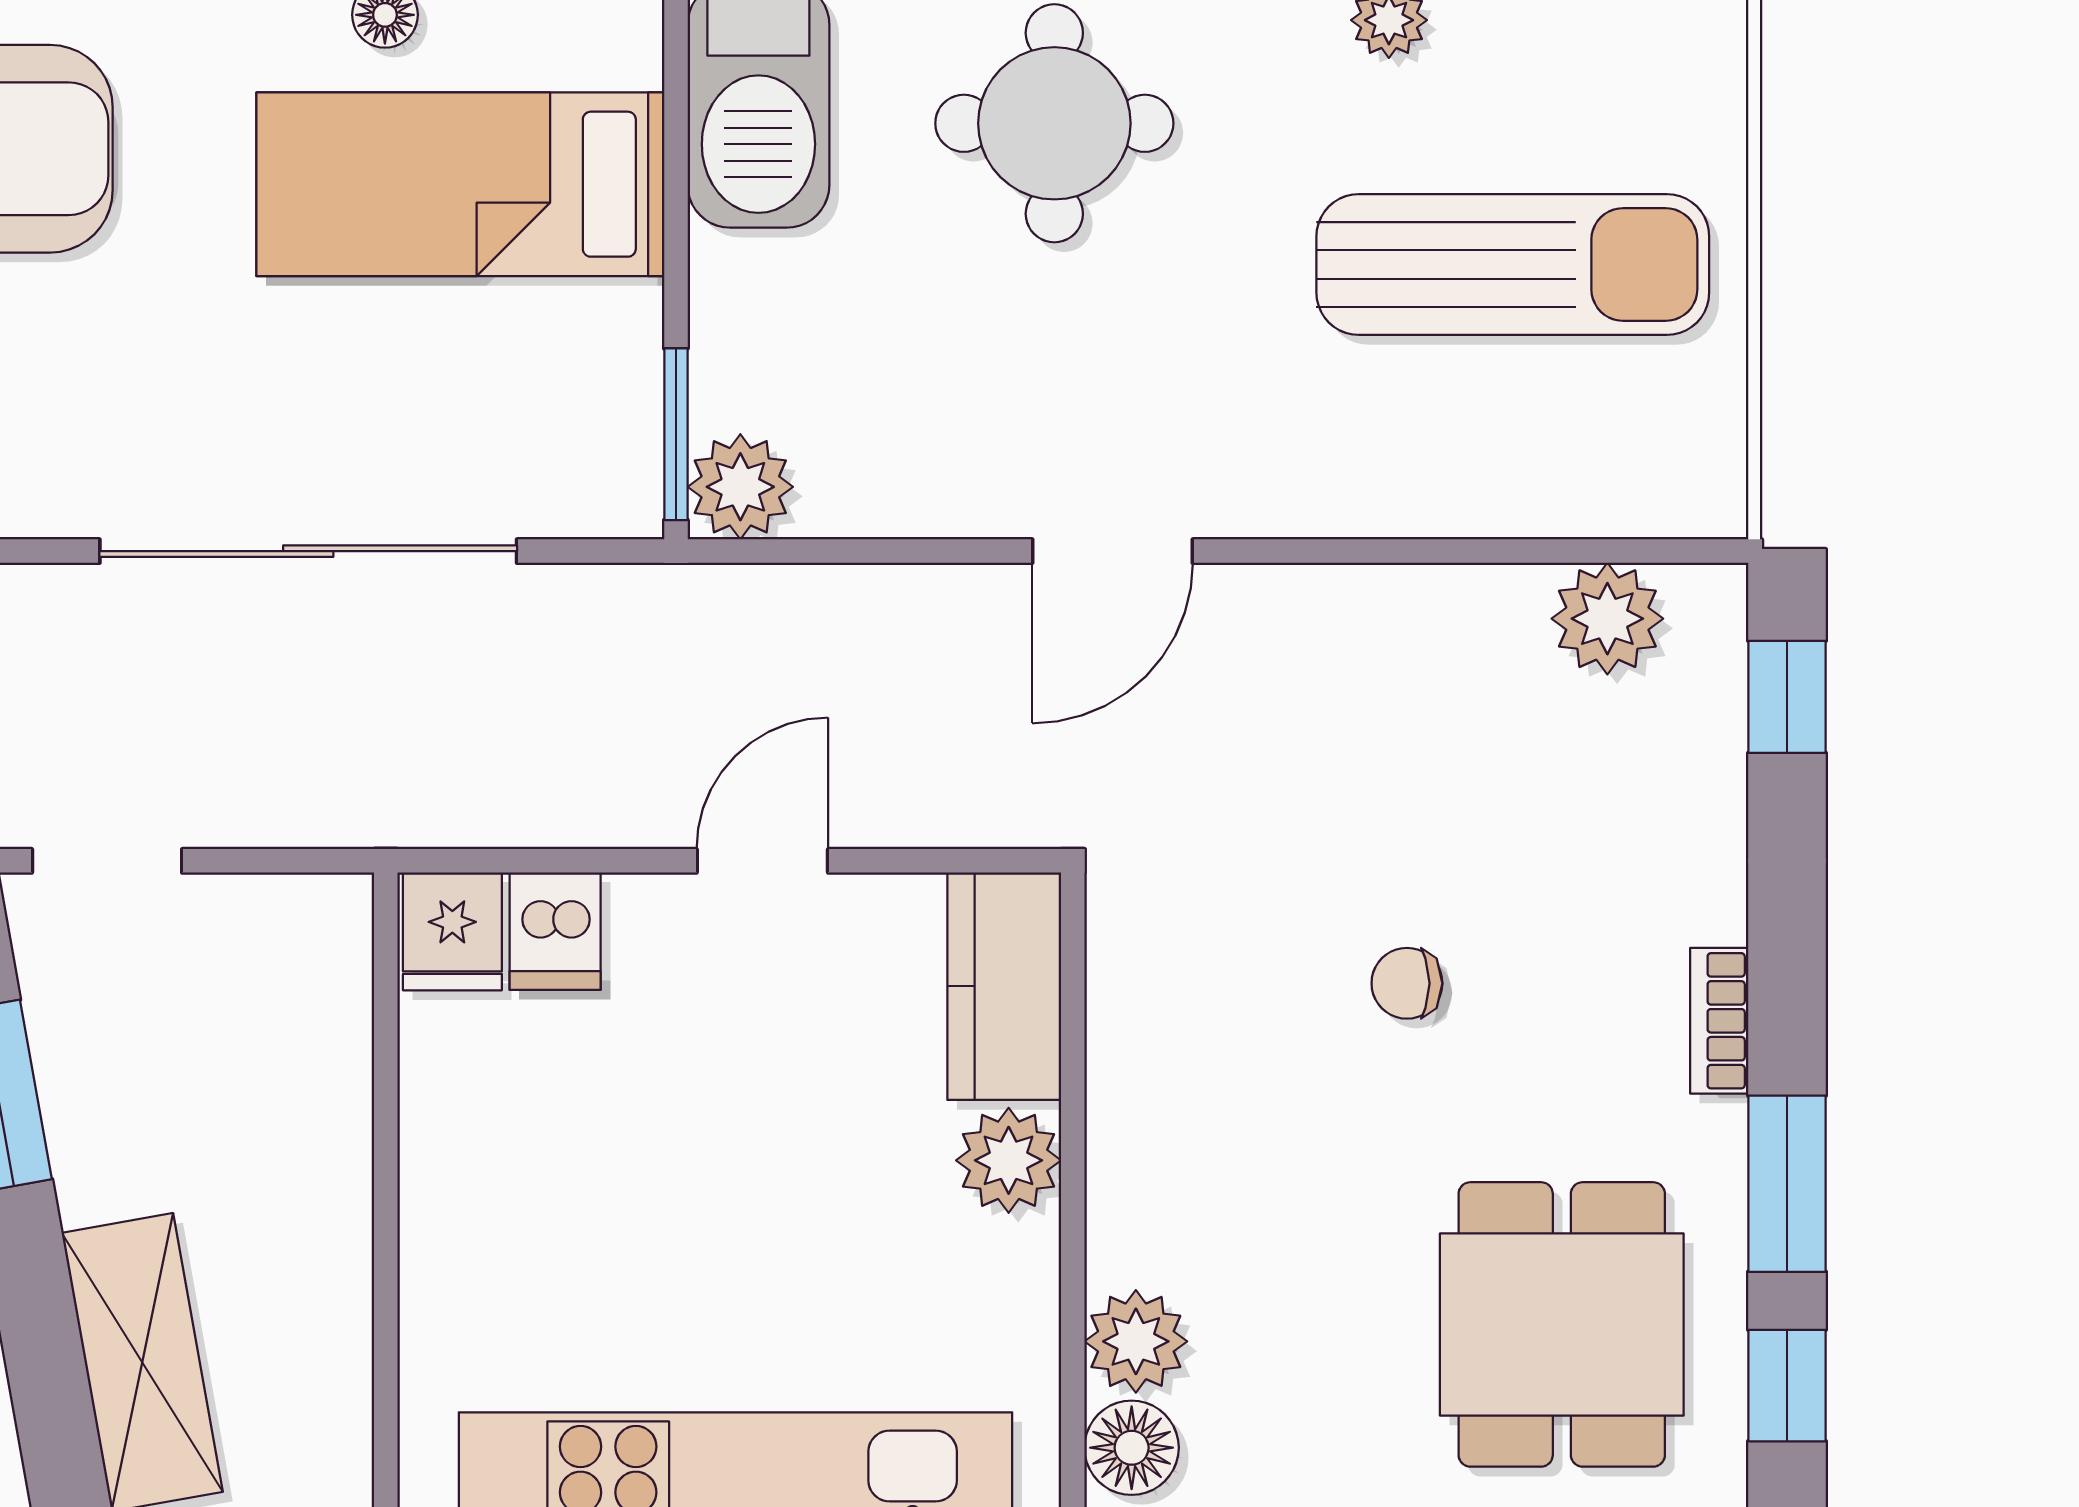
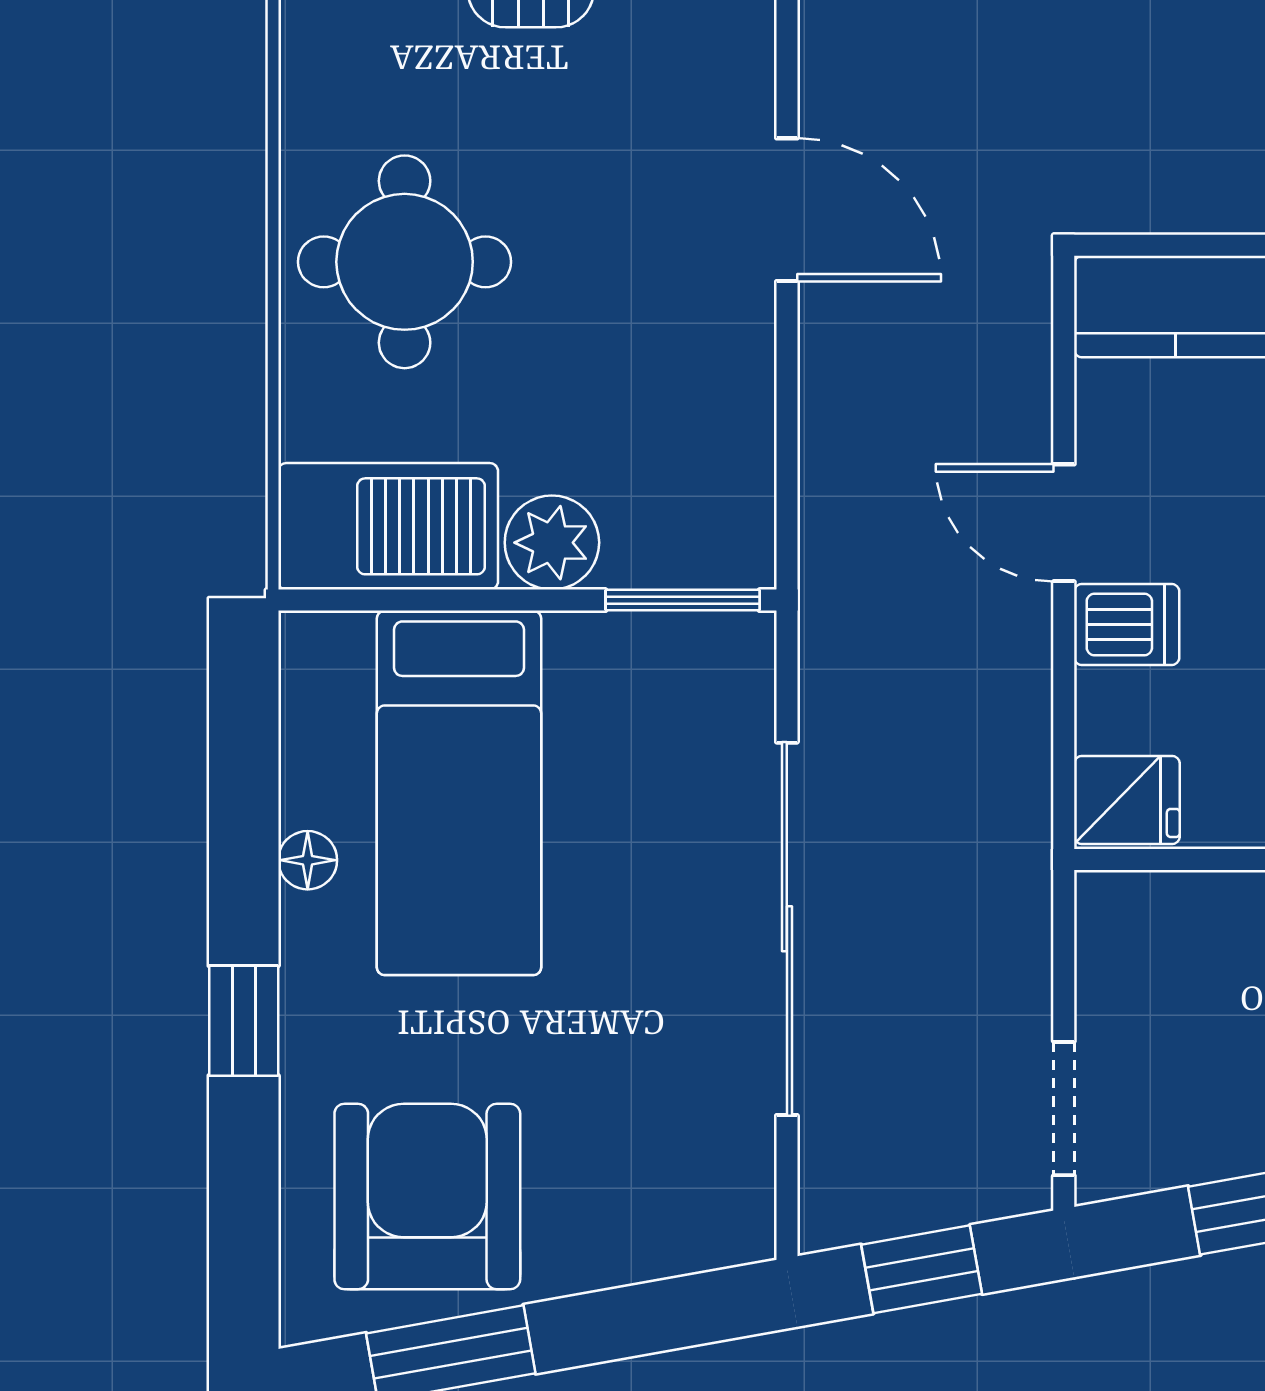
plant: (740, 487) -> (552, 543), moved
dishwasher: (555, 931) -> (1127, 624), moved

